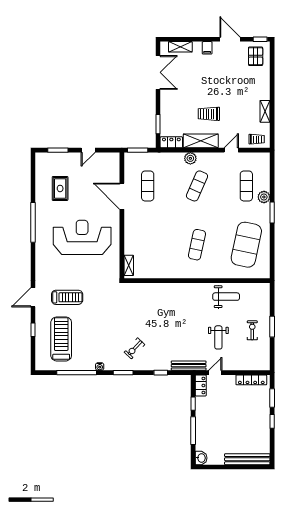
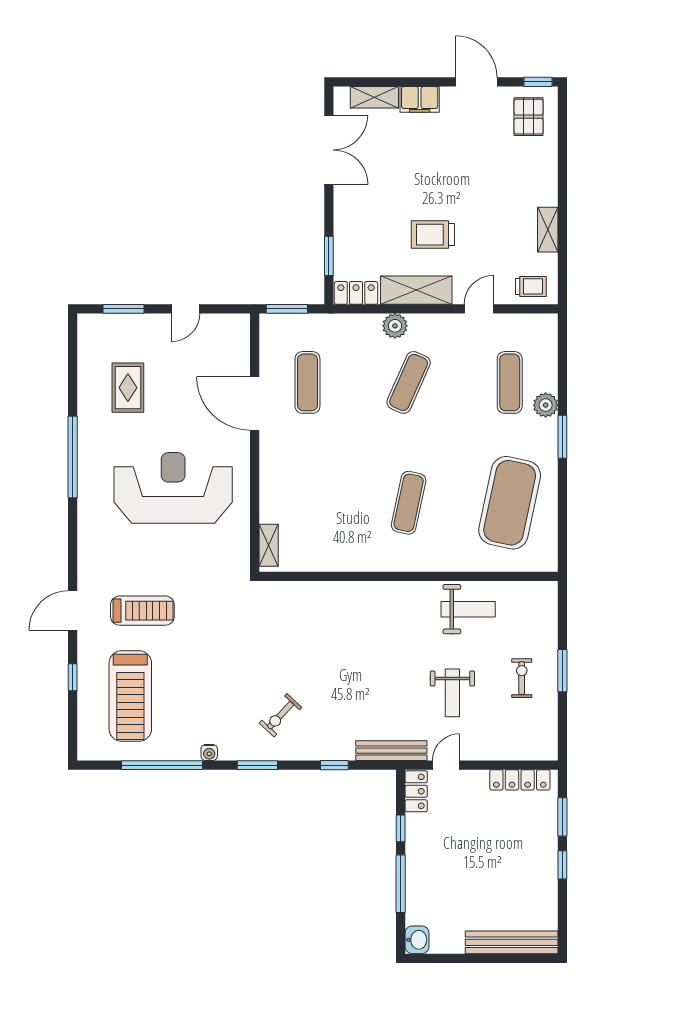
filing cabinet: (207, 48) -> (420, 99), width x2.00
treadmill: (61, 339) -> (130, 696), turned 180

